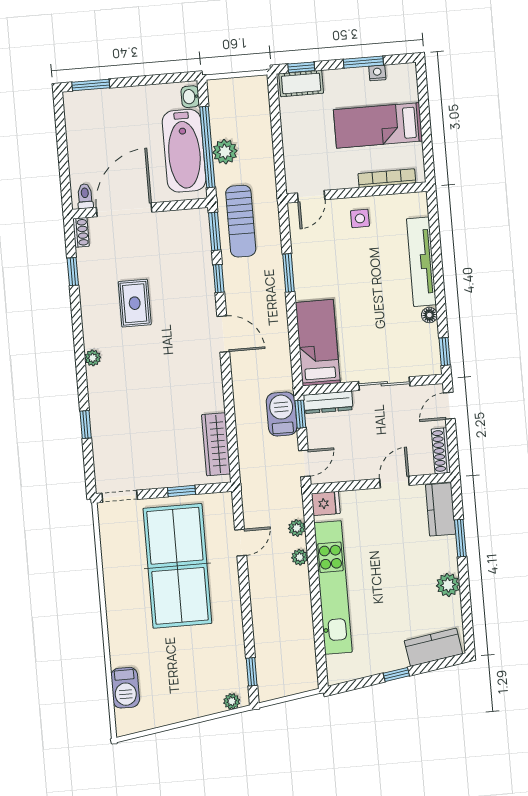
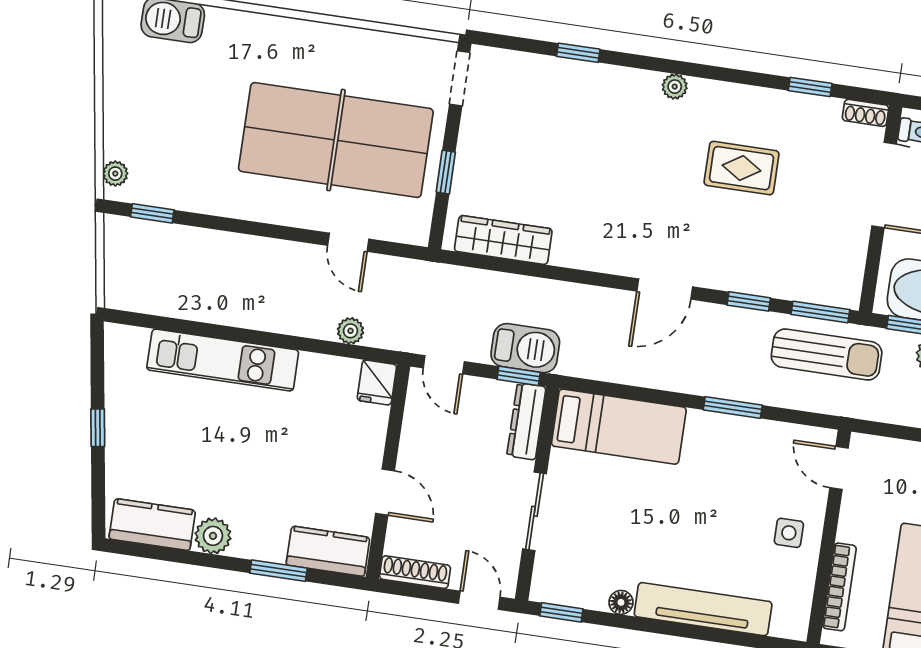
sun lounger: (241, 221) -> (827, 354), turned 180
plant: (300, 557) -> (306, 325), removed
kitchen unit: (333, 587) -> (223, 360), width x0.73
kitchen counter: (433, 647) -> (152, 525), moved, turned -81

